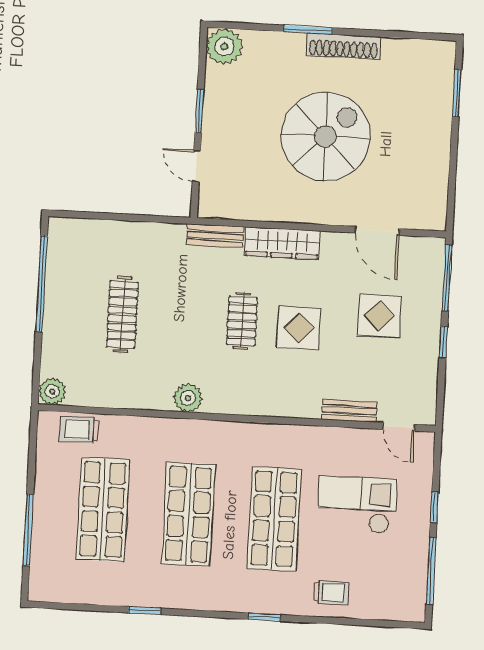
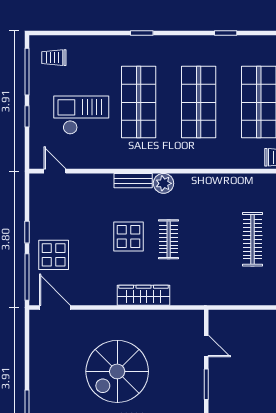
door: (377, 231) -> (55, 307), moved
bench: (215, 236) -> (191, 298), removed
display table: (379, 316) -> (54, 255), moved
plant: (188, 398) -> (164, 183), moved
bench: (349, 411) -> (133, 181), moved
checkout: (357, 505) -> (81, 115), turned 180
trolley: (331, 592) -> (54, 58), moved

